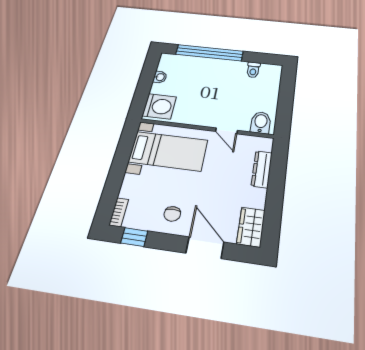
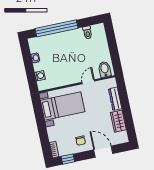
washing machine: (159, 106) -> (40, 76), width x0.53, depth x0.53
door: (226, 131) -> (88, 82), swing flipped
wardrobe: (251, 227) -> (118, 121), moved

